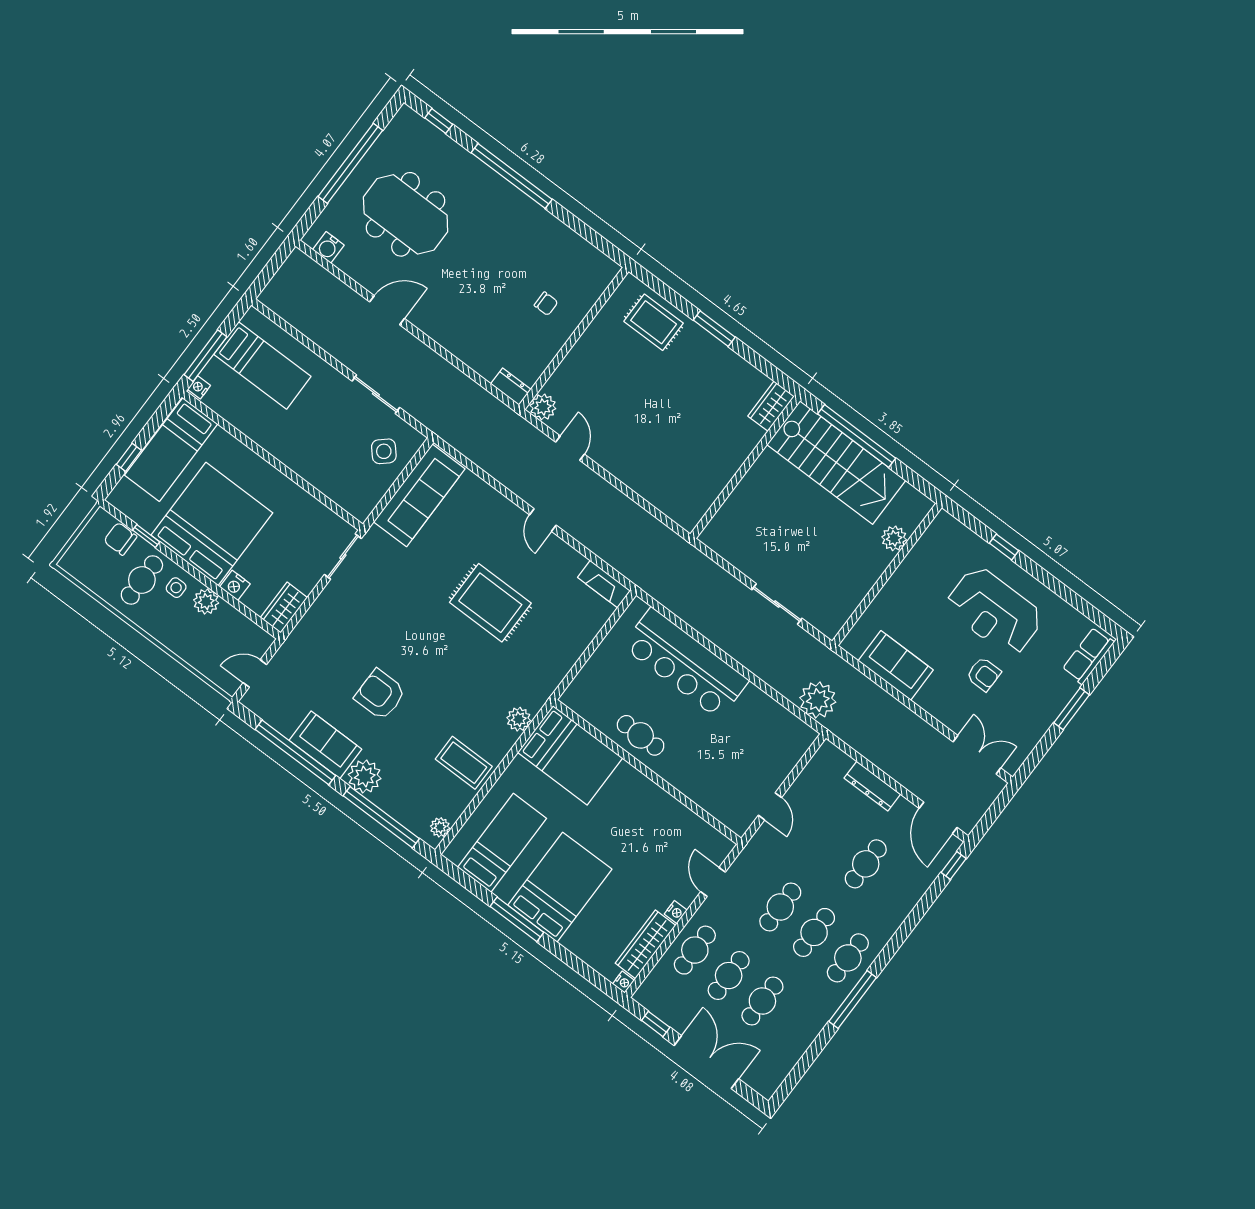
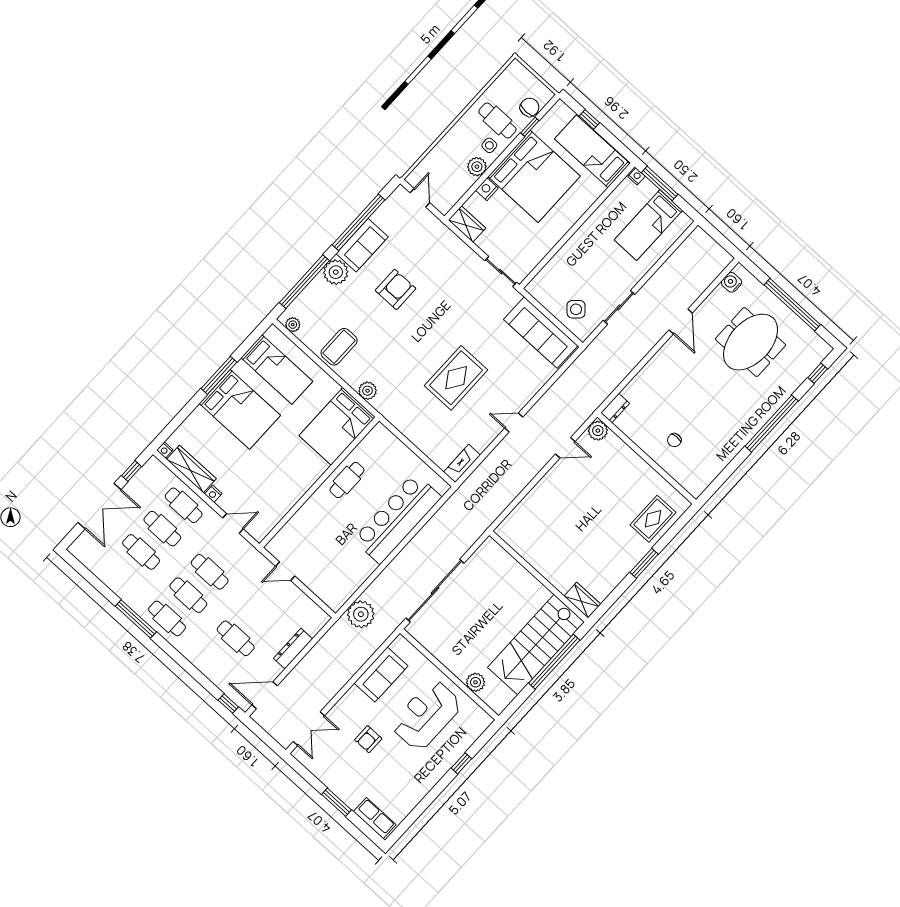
sliding door: (777, 604) -> (435, 591), width x1.86
reception desk: (994, 611) -> (426, 715), moved

